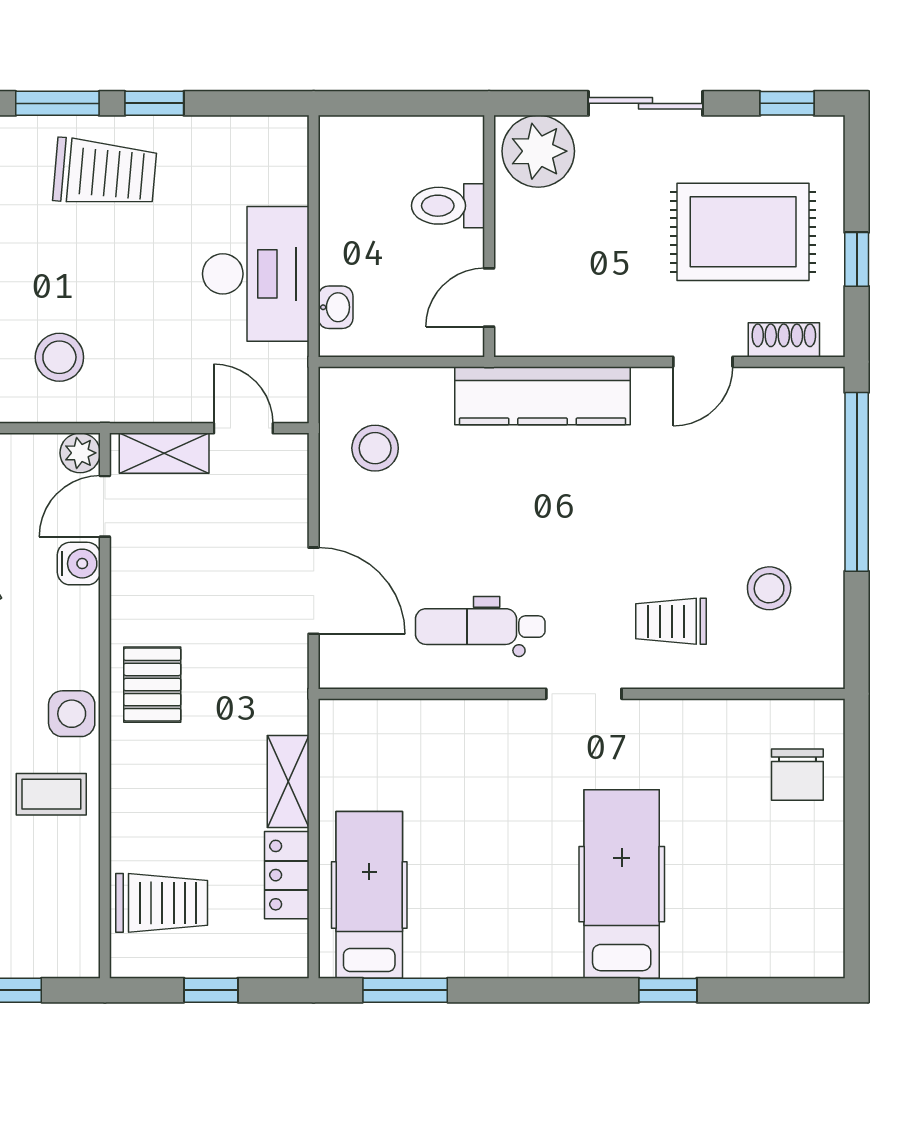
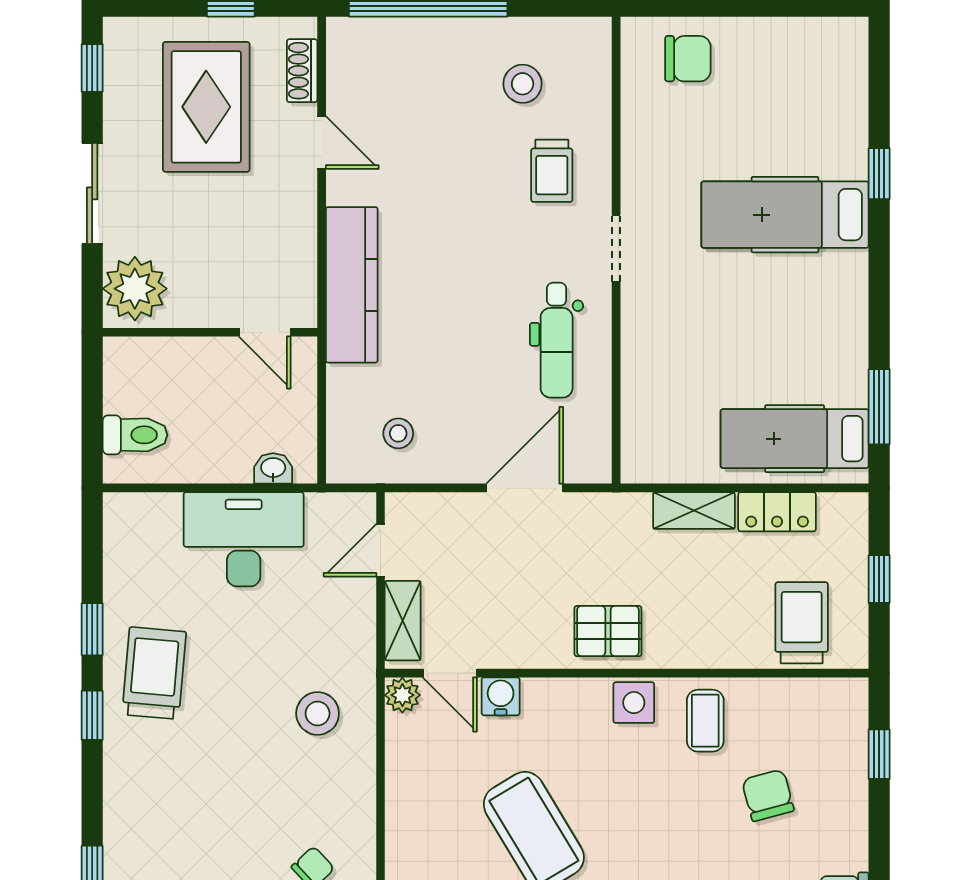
window: (57, 103) -> (92, 715), width x0.67
toilet: (448, 206) -> (135, 435), moved, turned -90
stool: (375, 448) -> (398, 433), width x0.73, depth x0.73

